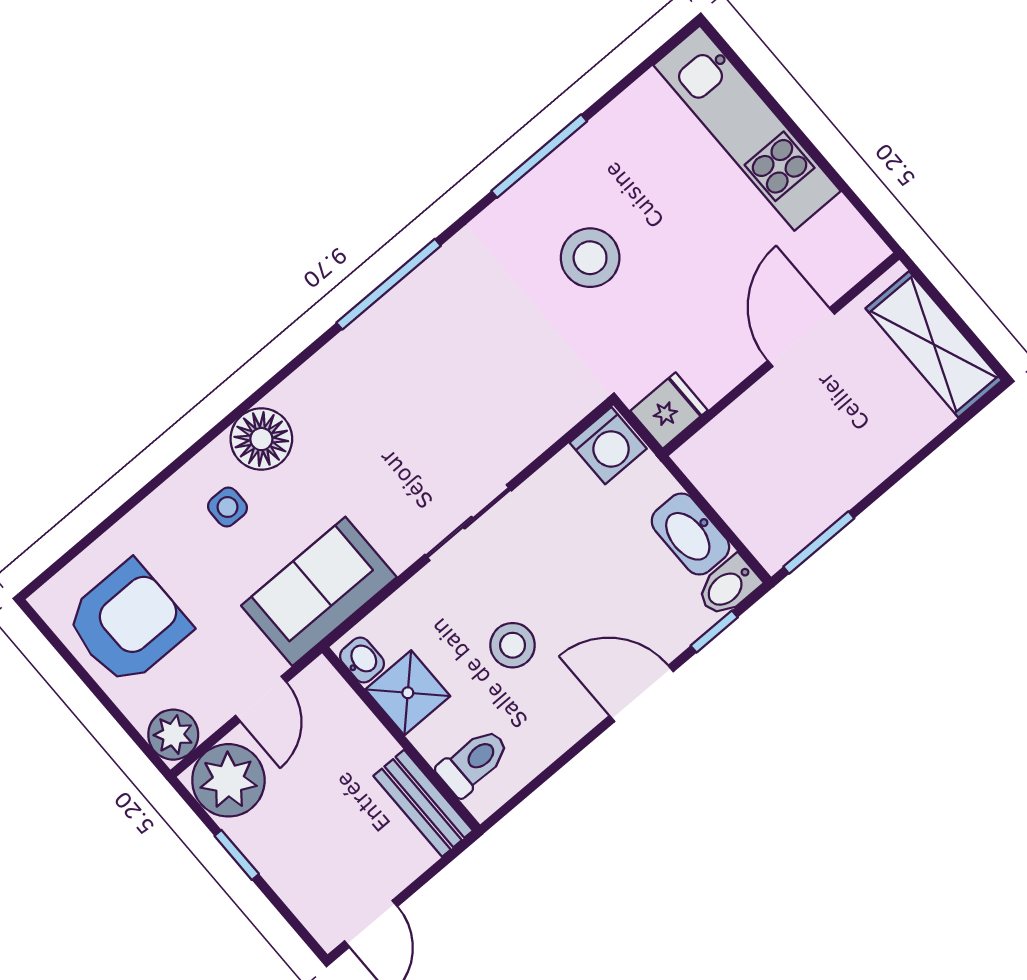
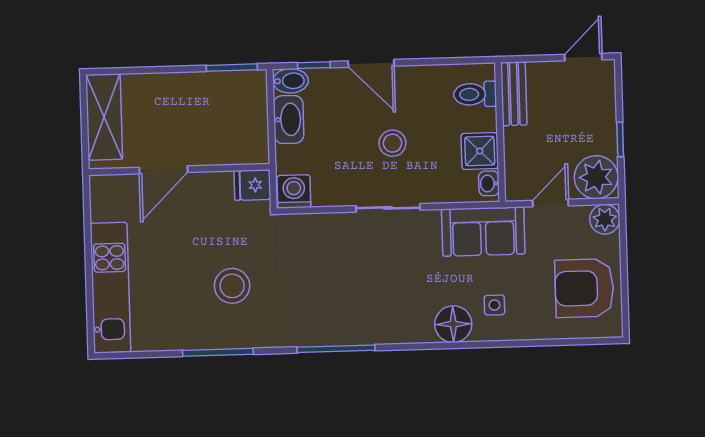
stool: (513, 645) -> (392, 143), moved

